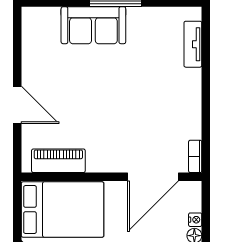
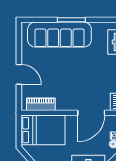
sofa: (93, 25) -> (59, 35), width x1.85, depth x1.27

